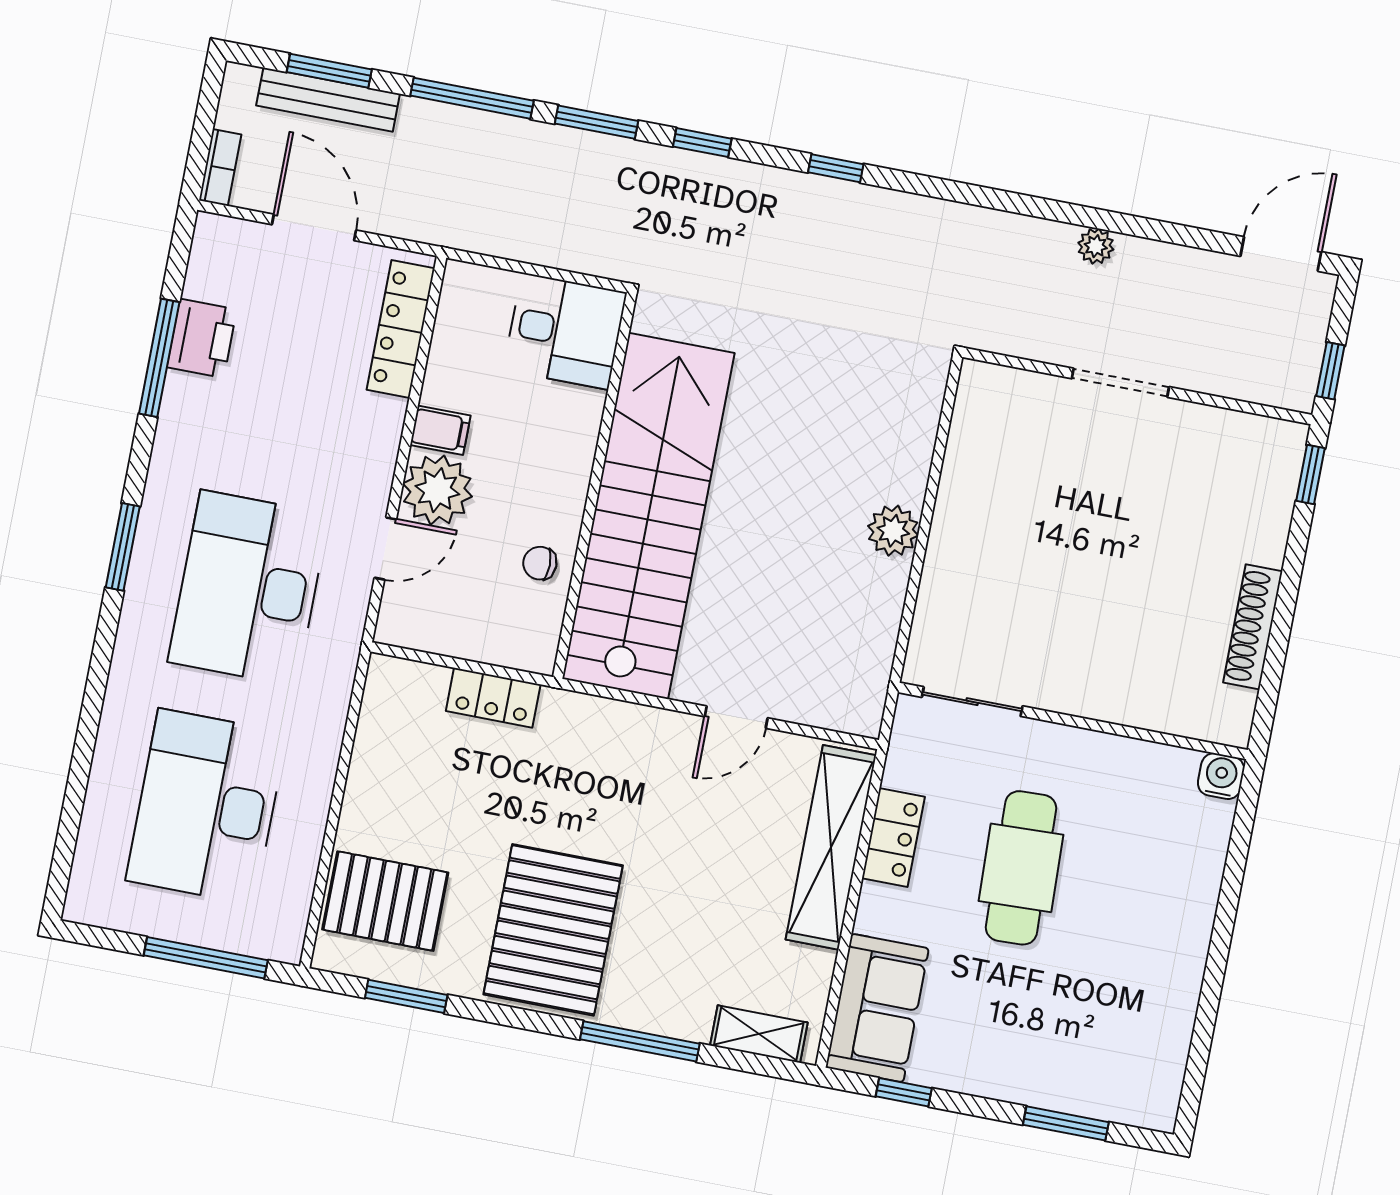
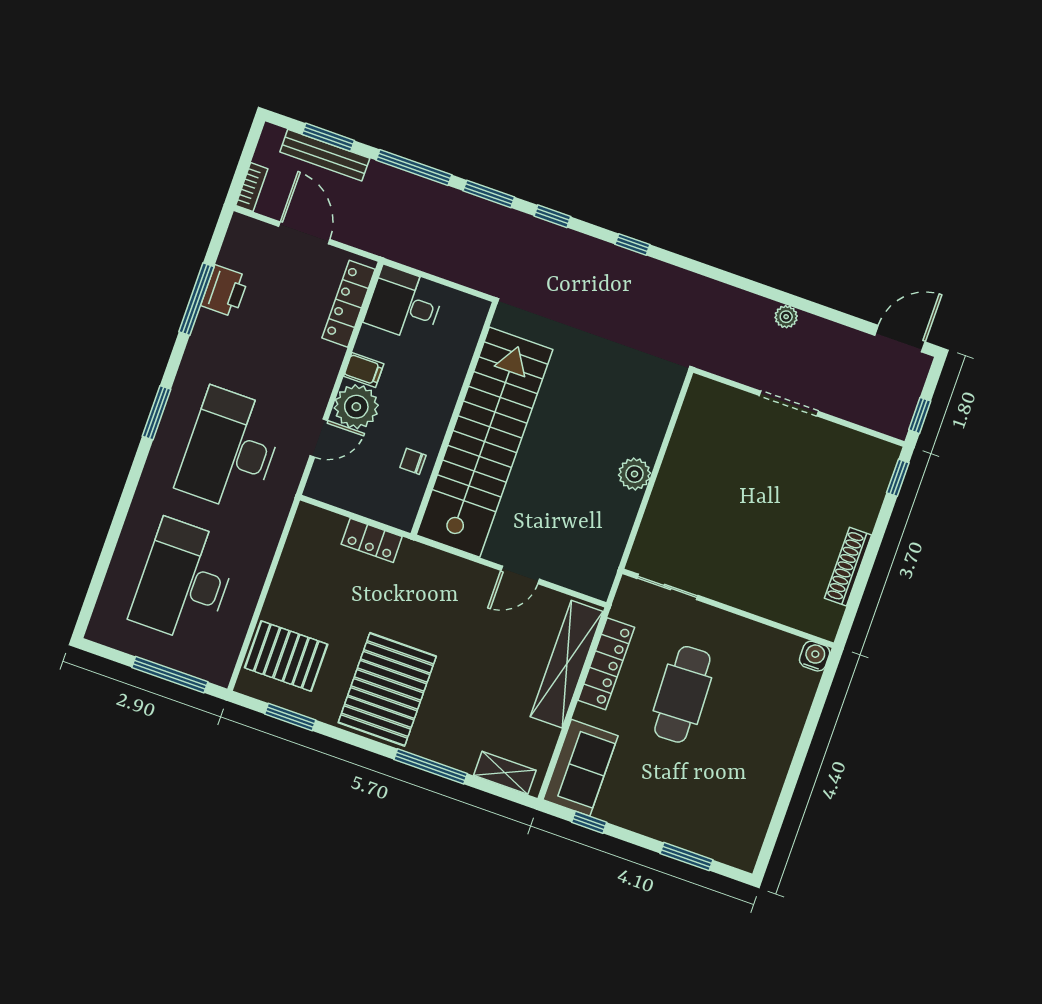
desk: (565, 331) -> (405, 304), moved, turned 180
locker: (893, 838) -> (606, 664), width x1.53

